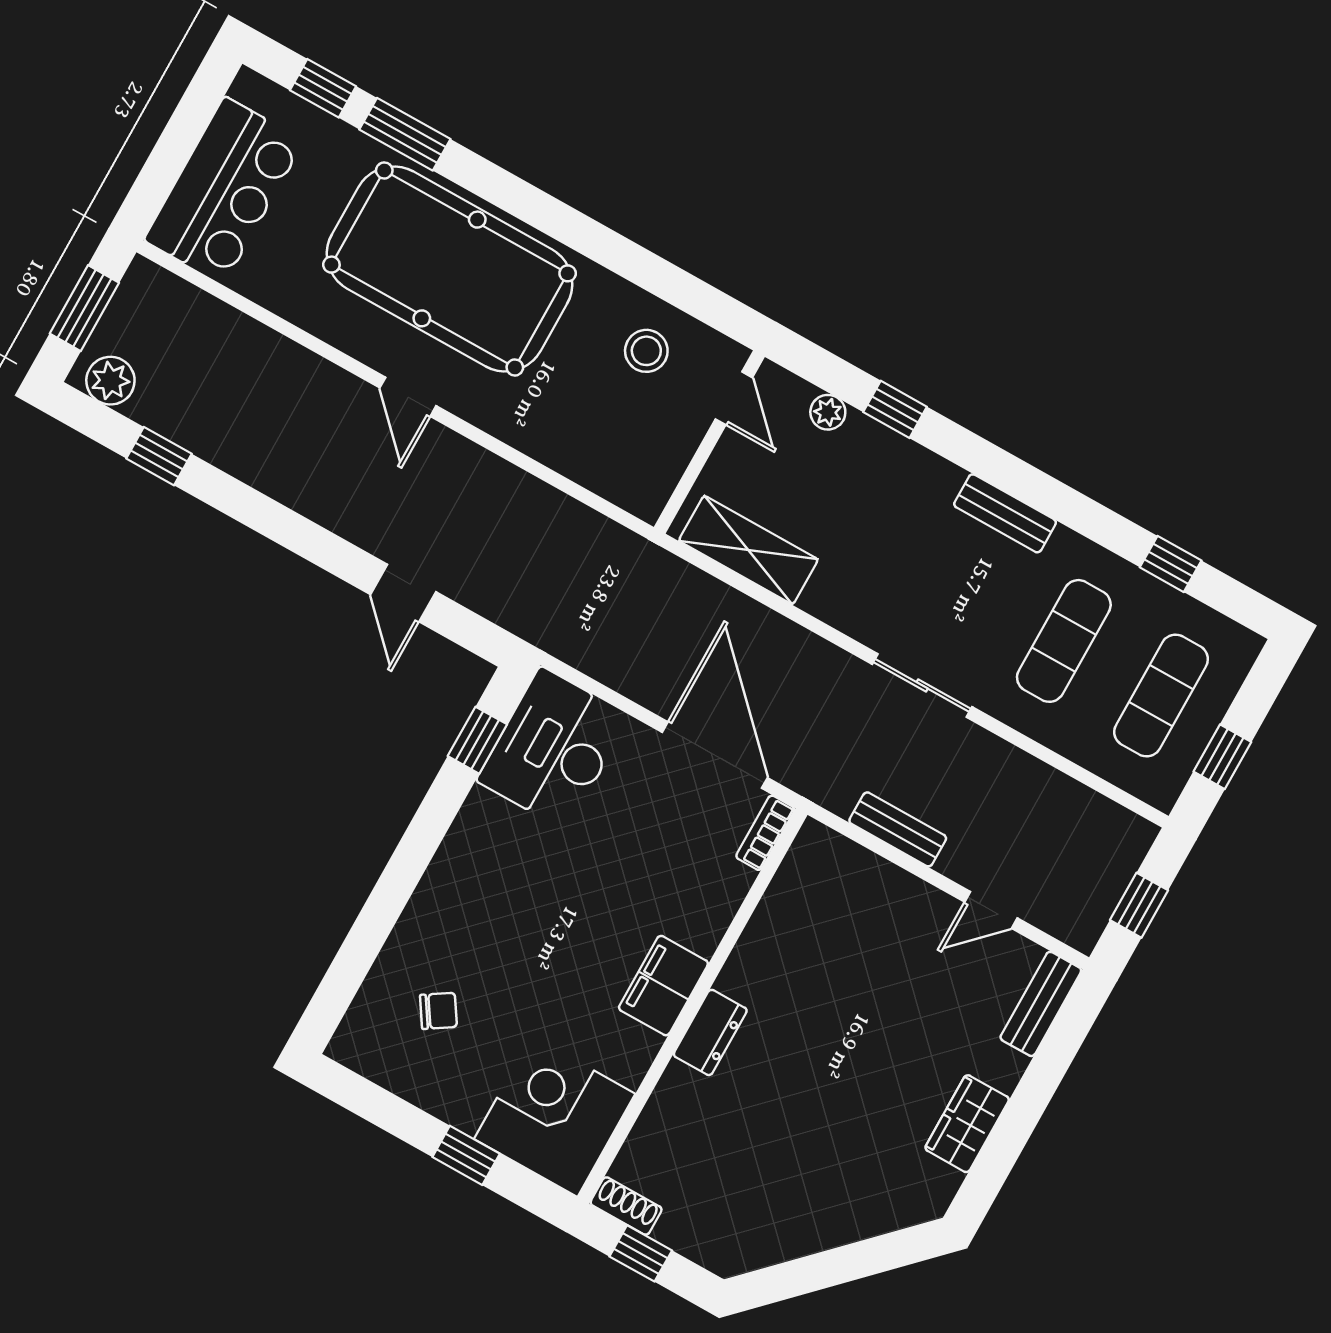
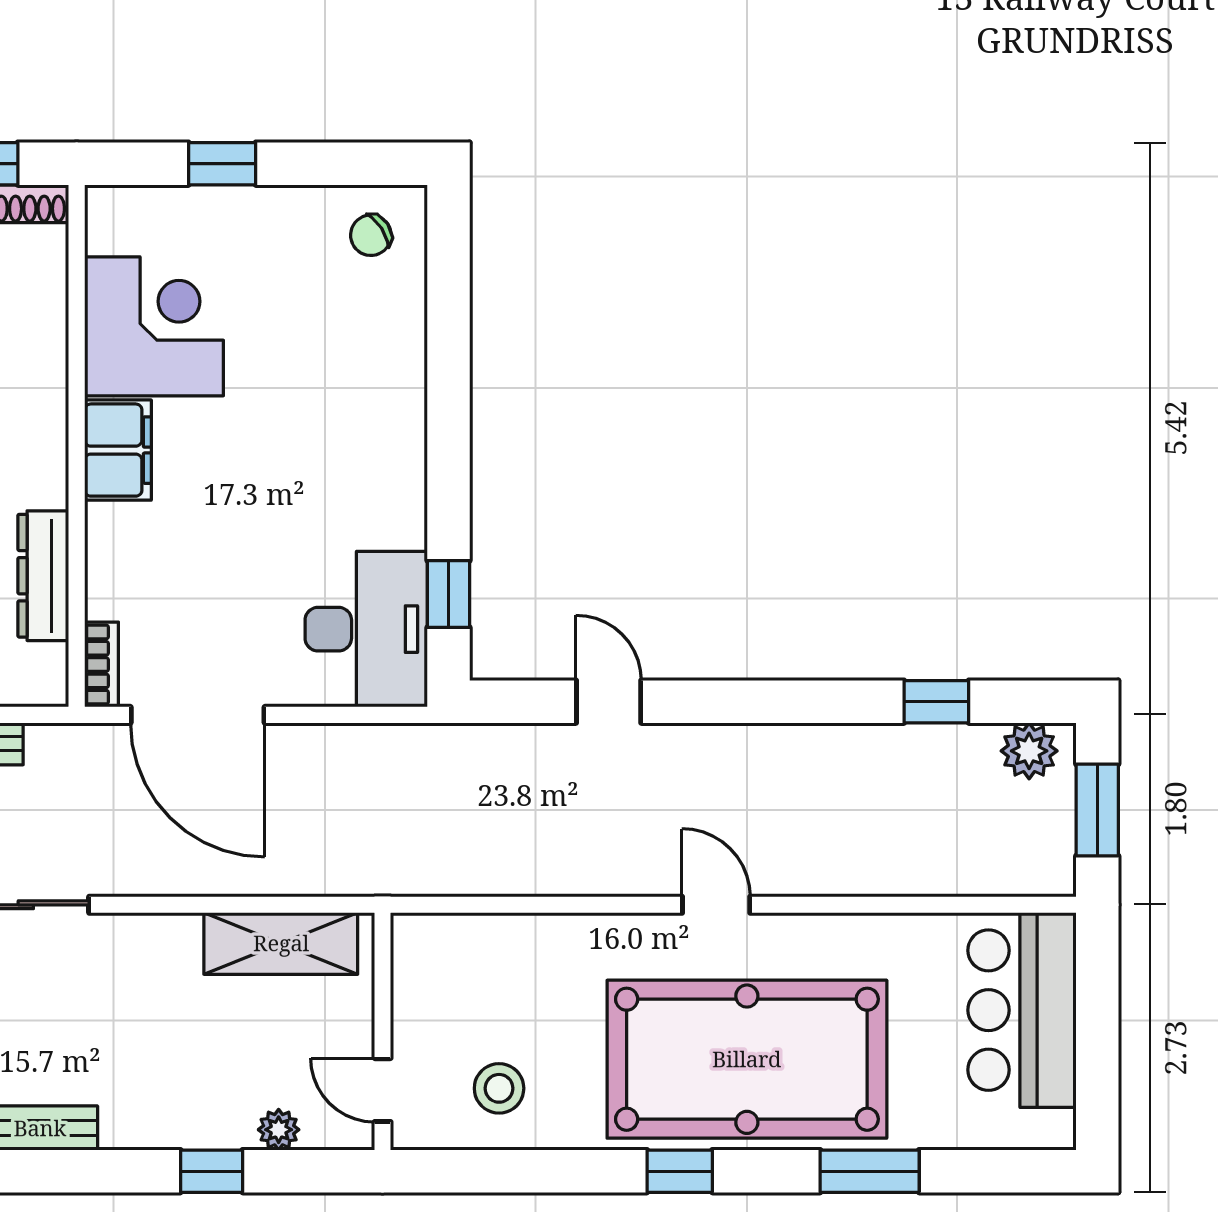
window: (323, 88) -> (680, 1171), moved
chair: (438, 1011) -> (371, 235), moved
dresser: (710, 1032) -> (43, 576), moved, width x1.44
corner desk: (555, 1116) -> (154, 326), moved, turned -90

